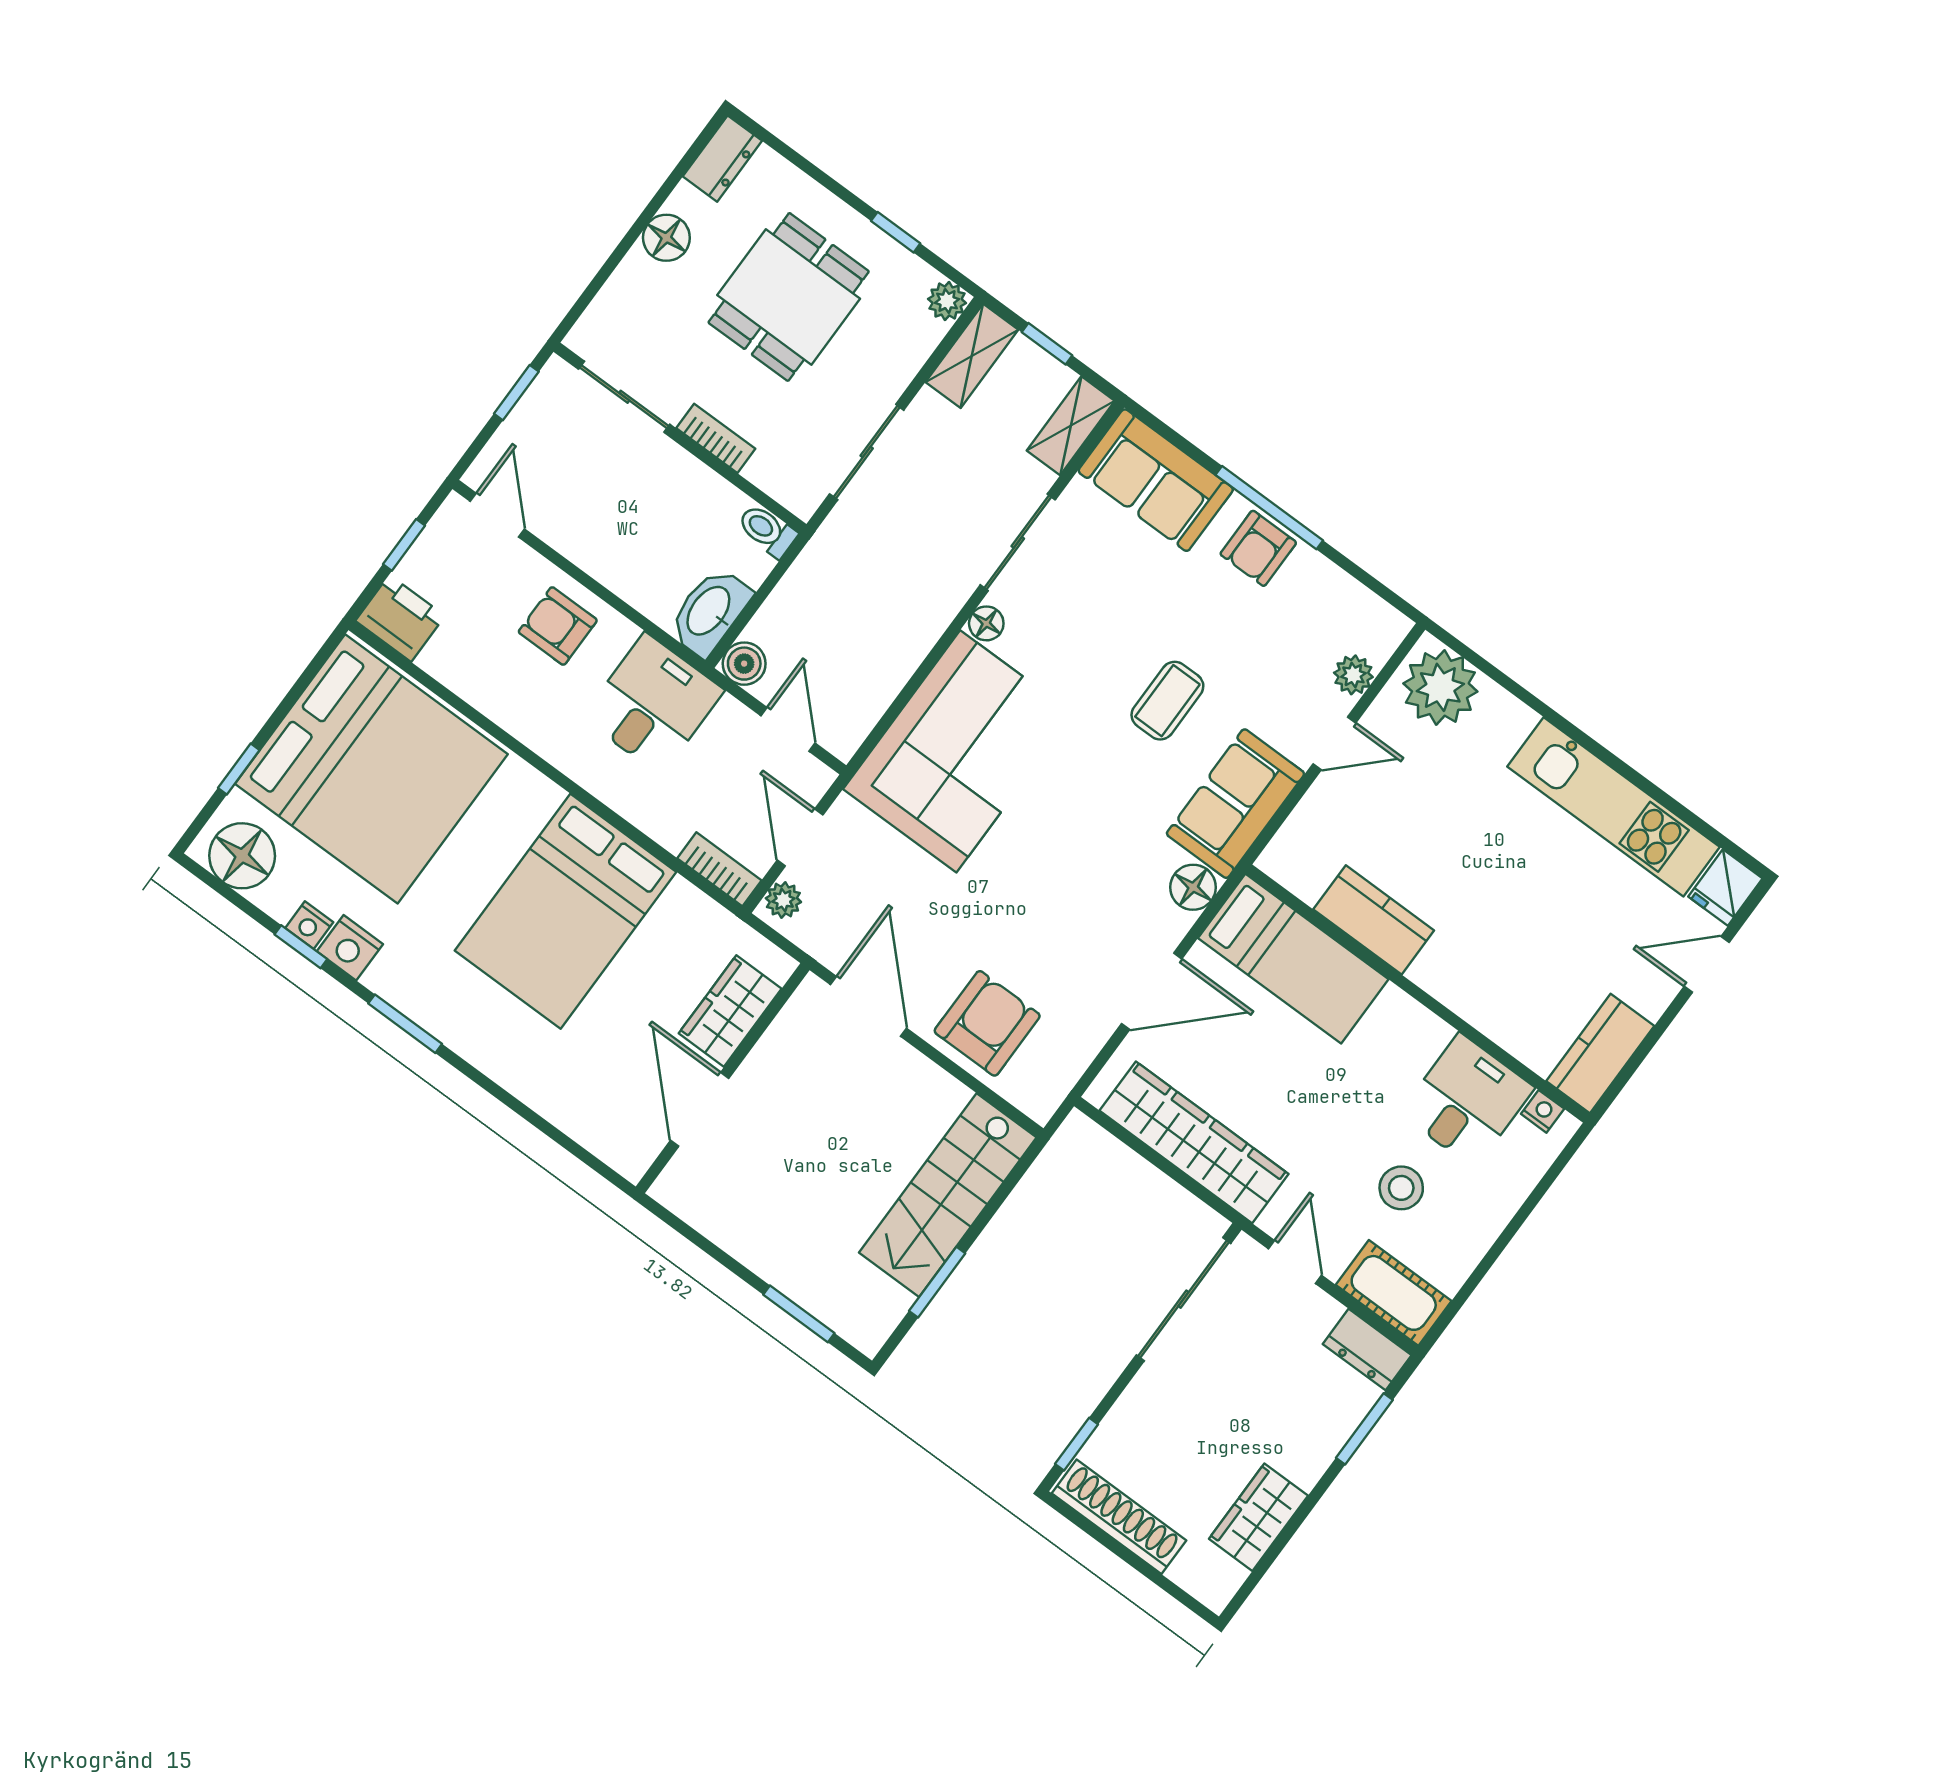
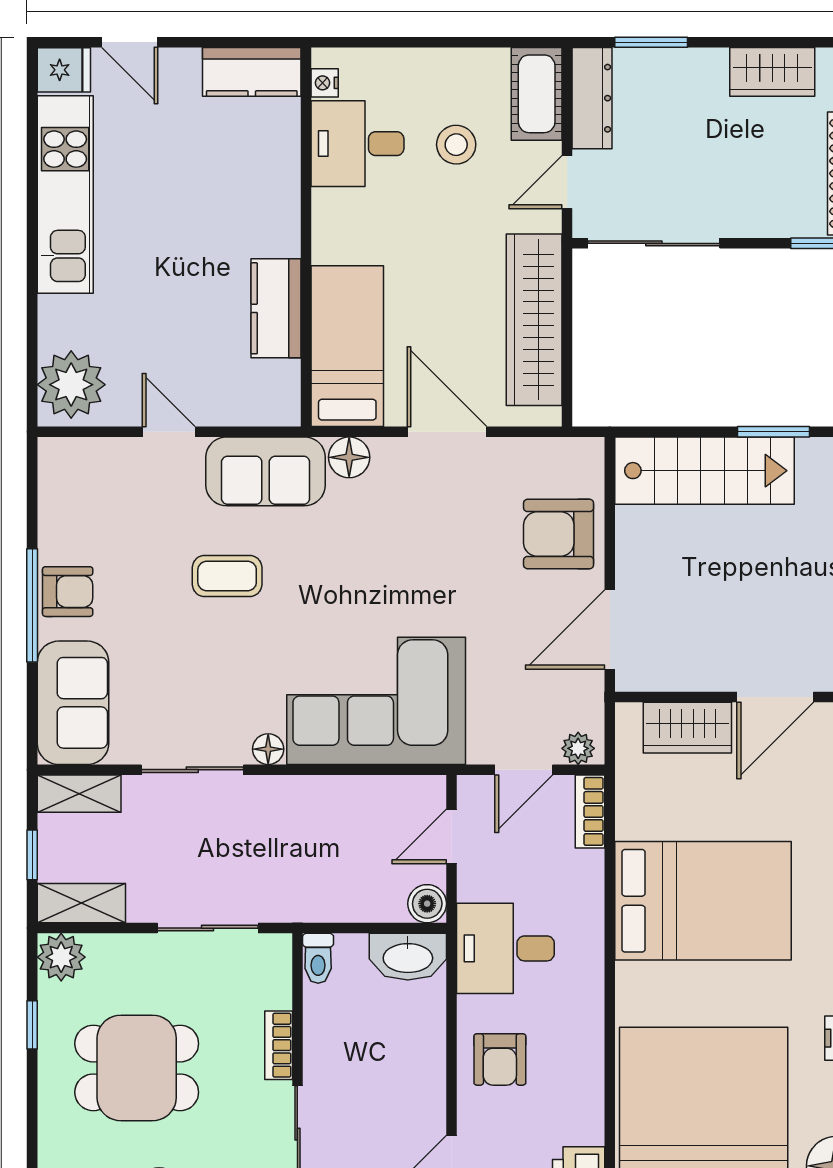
plant: (947, 301) -> (61, 957), width x1.38, depth x1.38
plant: (1353, 675) -> (109, 454), removed
dresser: (1367, 1350) -> (592, 98), width x1.44

